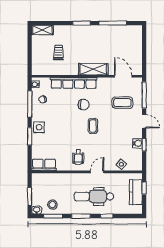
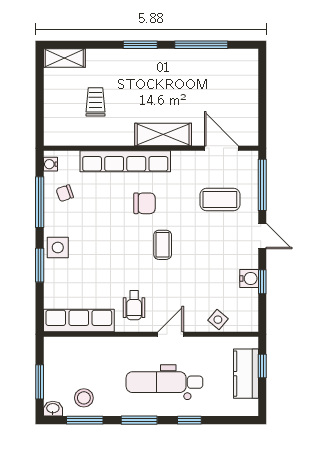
row of seats: (44, 165) -> (79, 321), width x1.48

